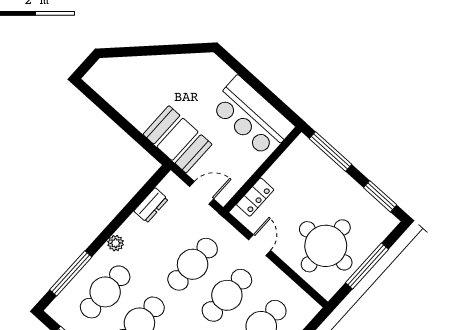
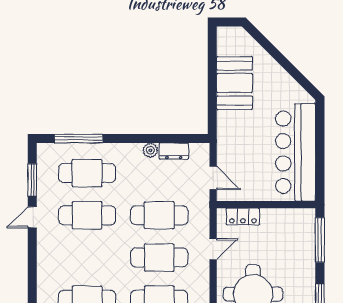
bar counter: (252, 117) -> (296, 152), width x1.36
booth: (177, 139) -> (235, 83), moved
plant: (116, 243) -> (150, 150), moved

